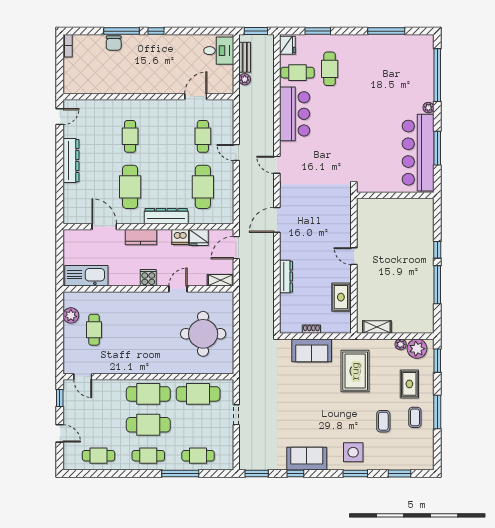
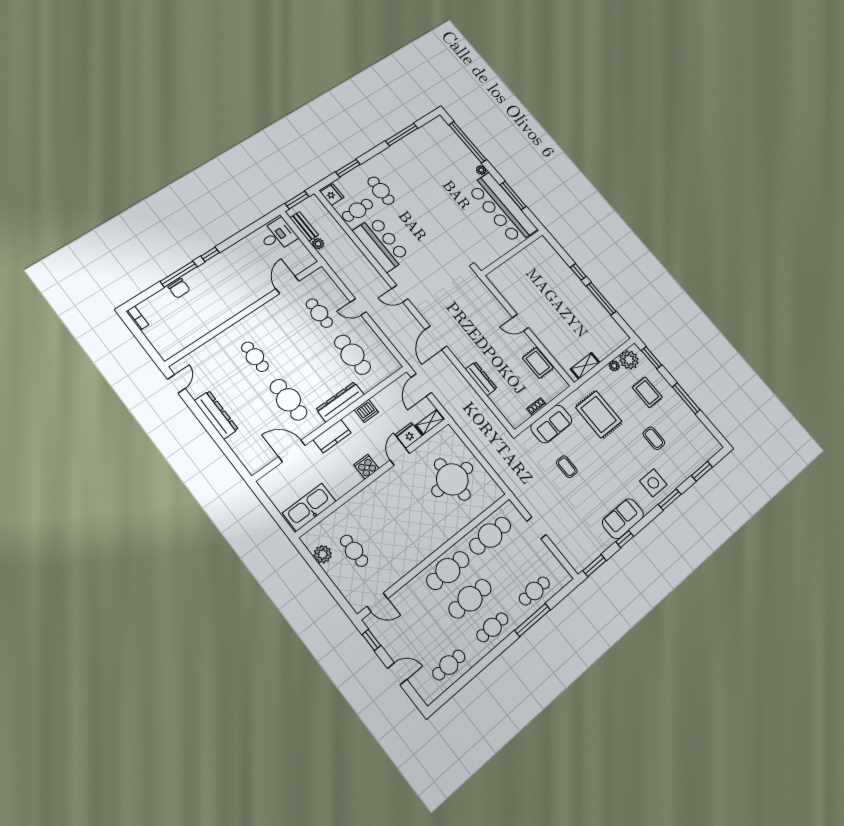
fridge: (199, 237) -> (409, 435), moved, turned 180
coffee table: (415, 417) -> (567, 467), moved

